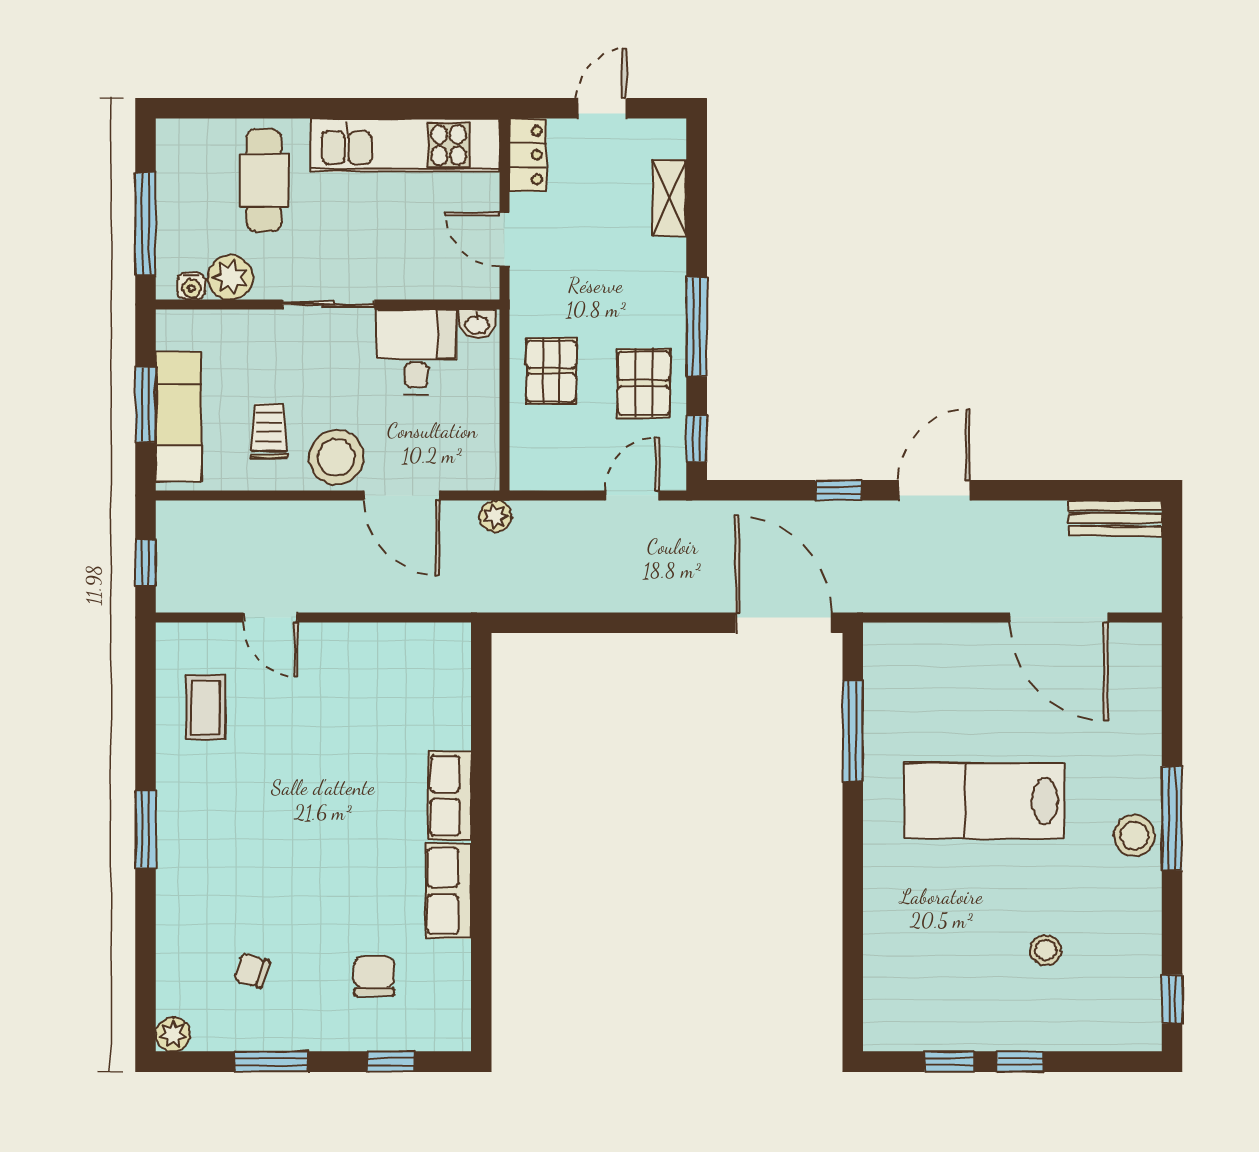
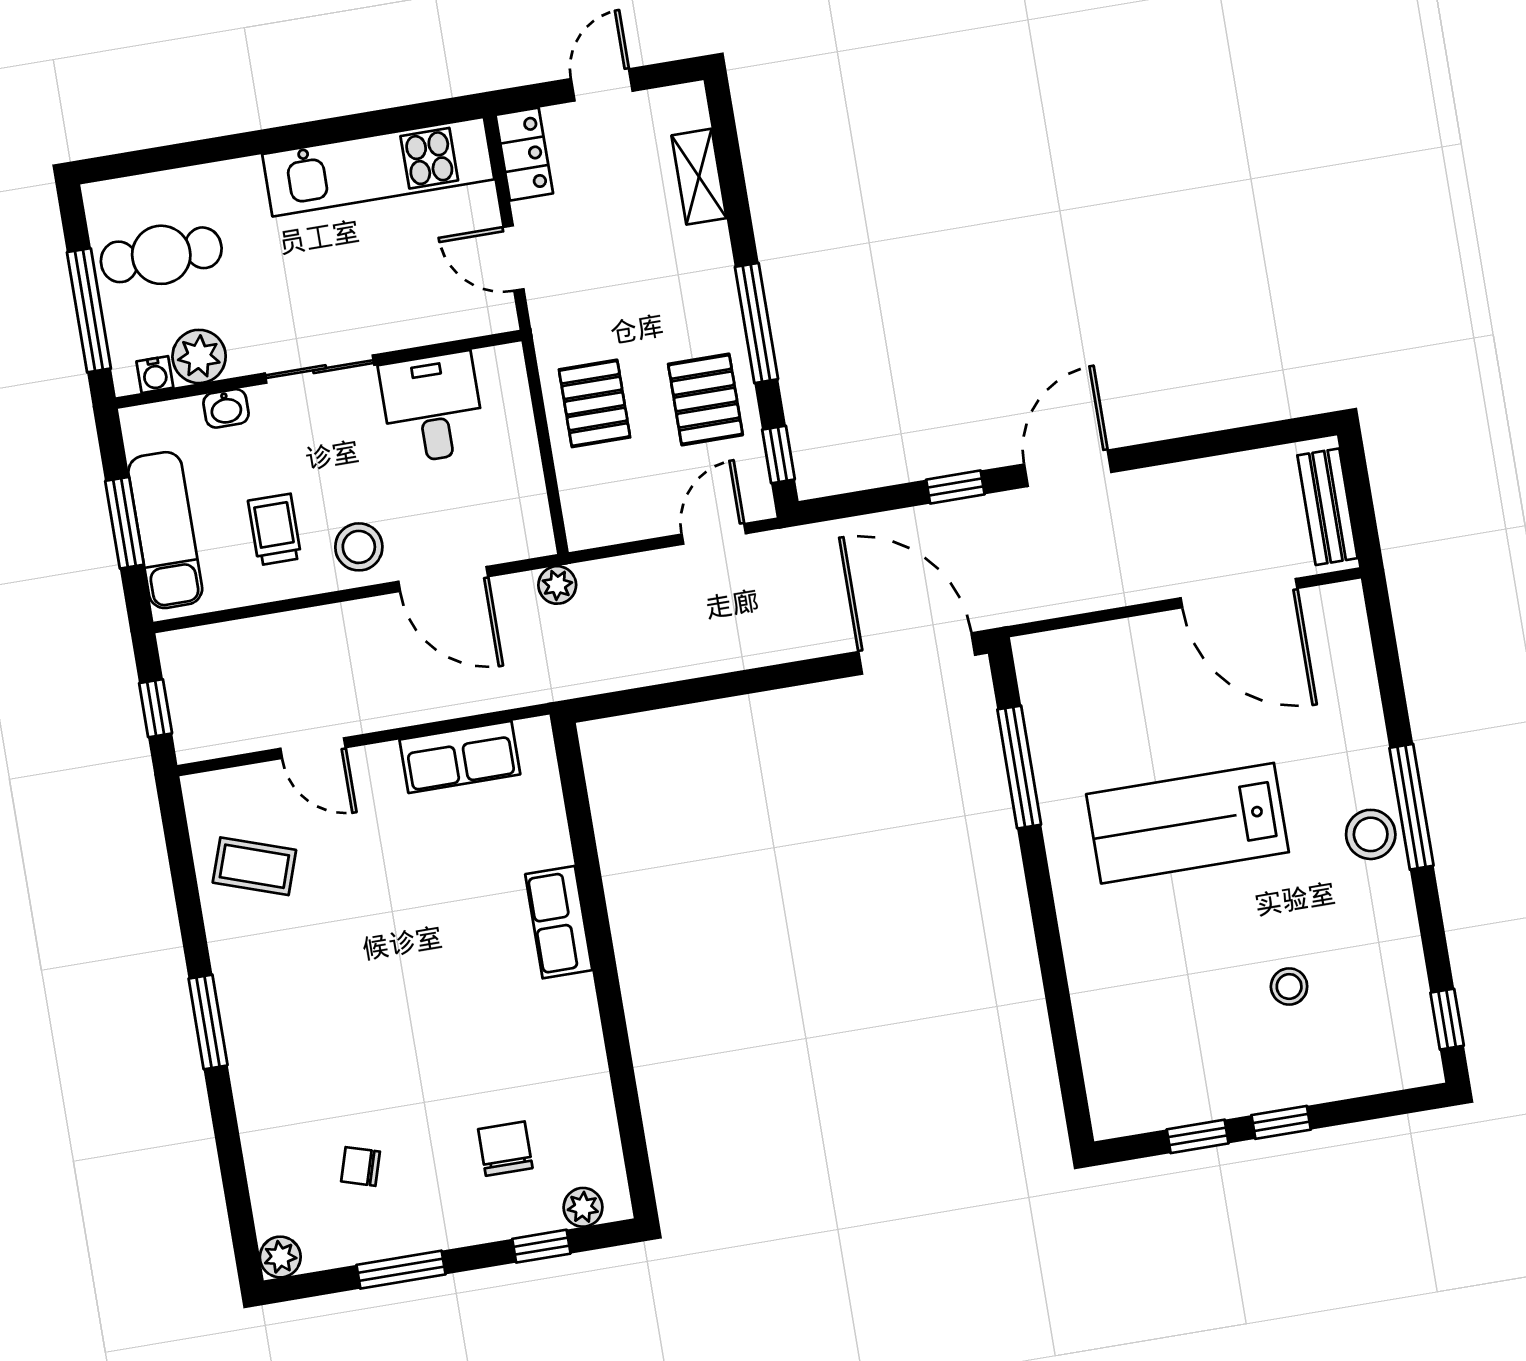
cafe table: (264, 180) -> (161, 255), moved, turned 90
washbasin: (477, 324) -> (226, 408), moved
stool: (336, 457) -> (359, 547), width x0.73, depth x0.73
bench: (1115, 518) -> (1327, 507), moved, turned 90
coffee table: (206, 707) -> (254, 866), turned -71
row of seats: (448, 891) -> (460, 757), moved, turned -90
plant: (430, 1035) -> (583, 1207), added

